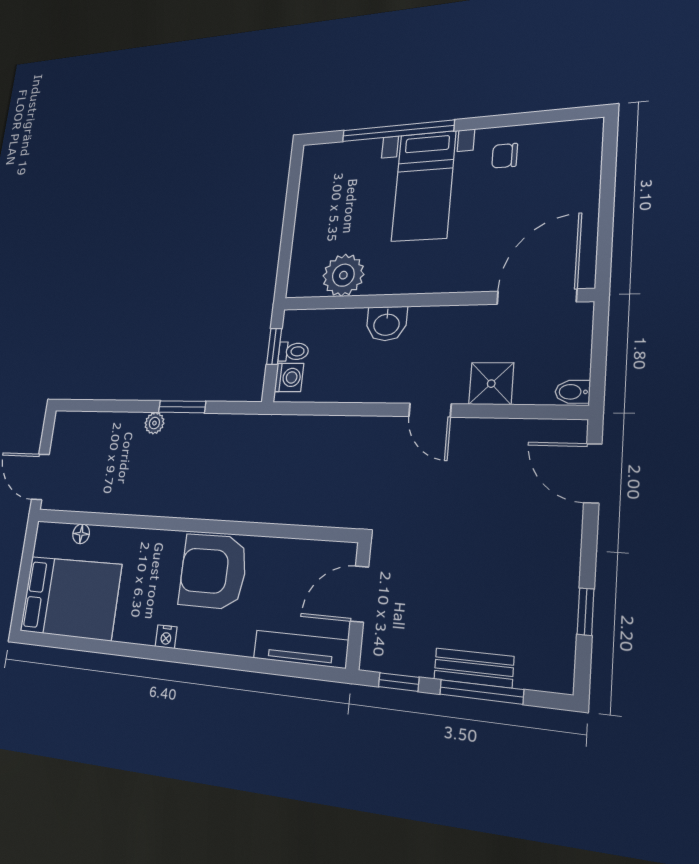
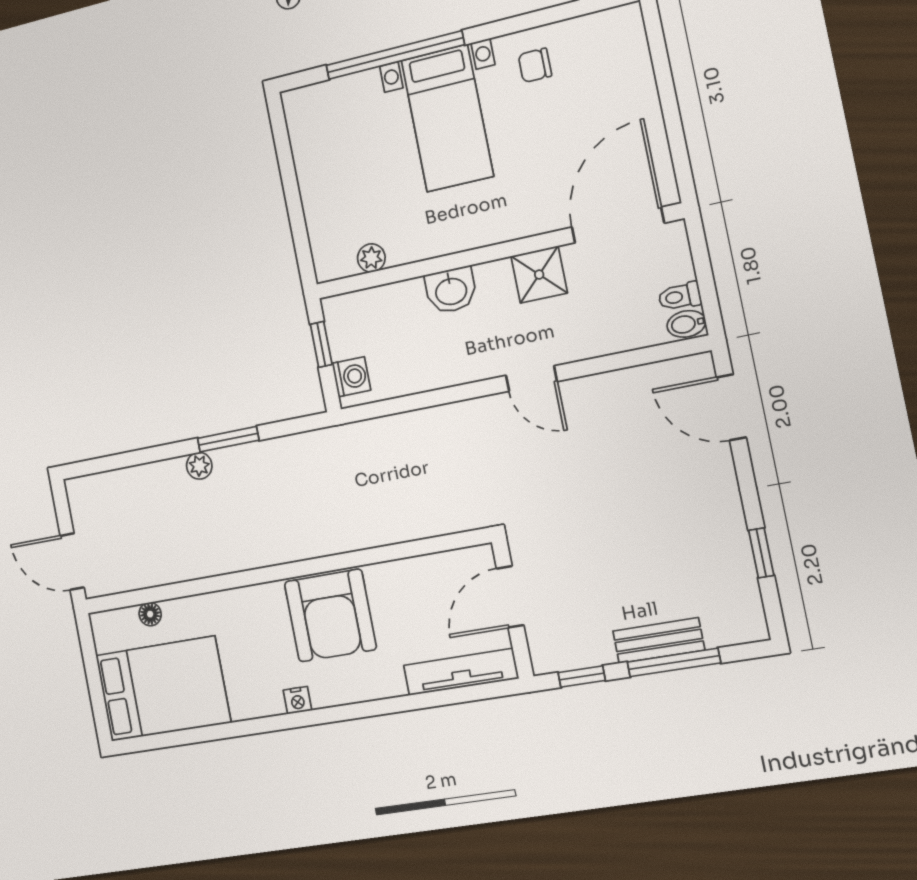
plant: (343, 275) -> (371, 258), width x0.53, depth x0.53
toilet: (293, 351) -> (680, 296), moved, turned 180
shower: (491, 384) -> (539, 275), moved
armchair: (213, 571) -> (330, 615), turned -90

